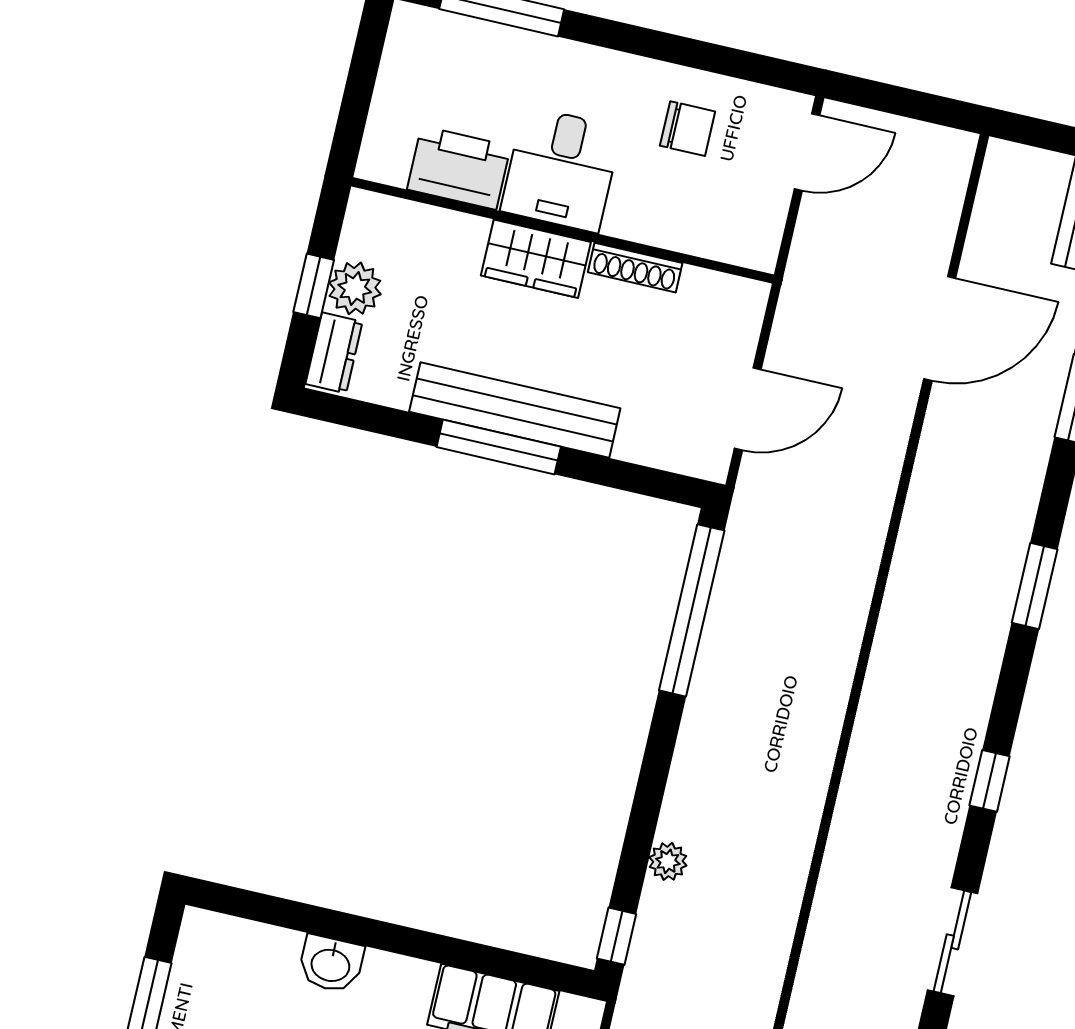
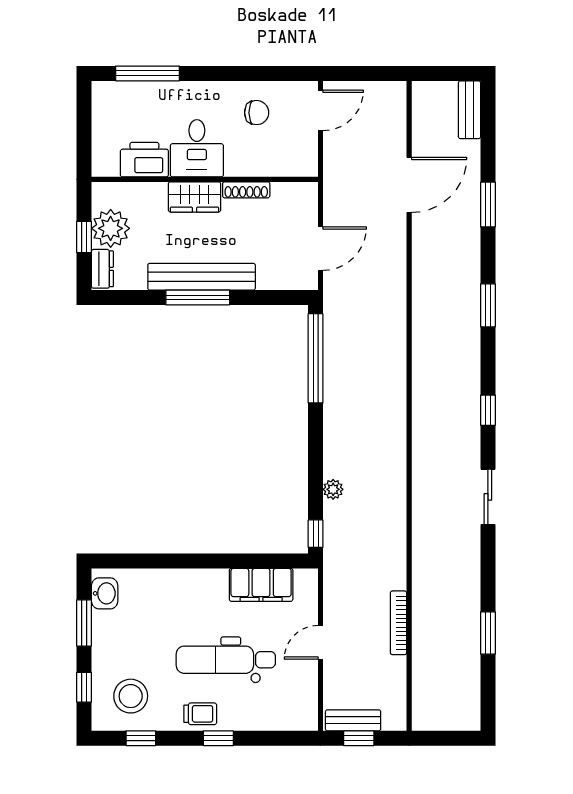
plant: (355, 288) -> (111, 228), width x1.36, depth x1.36
washbasin: (331, 964) -> (105, 593), moved, turned -90

